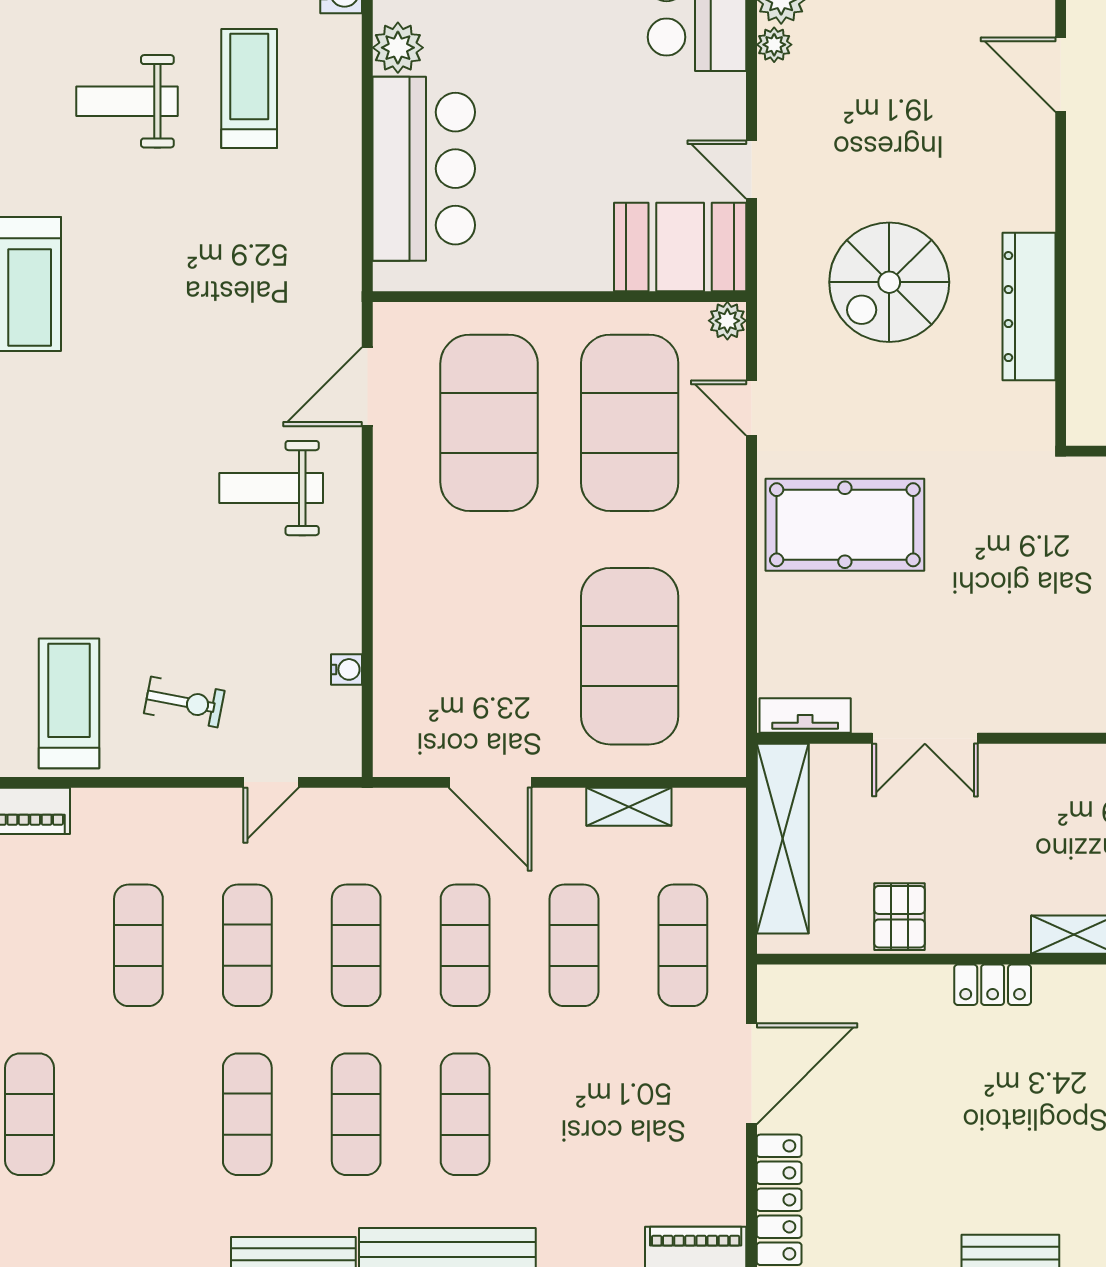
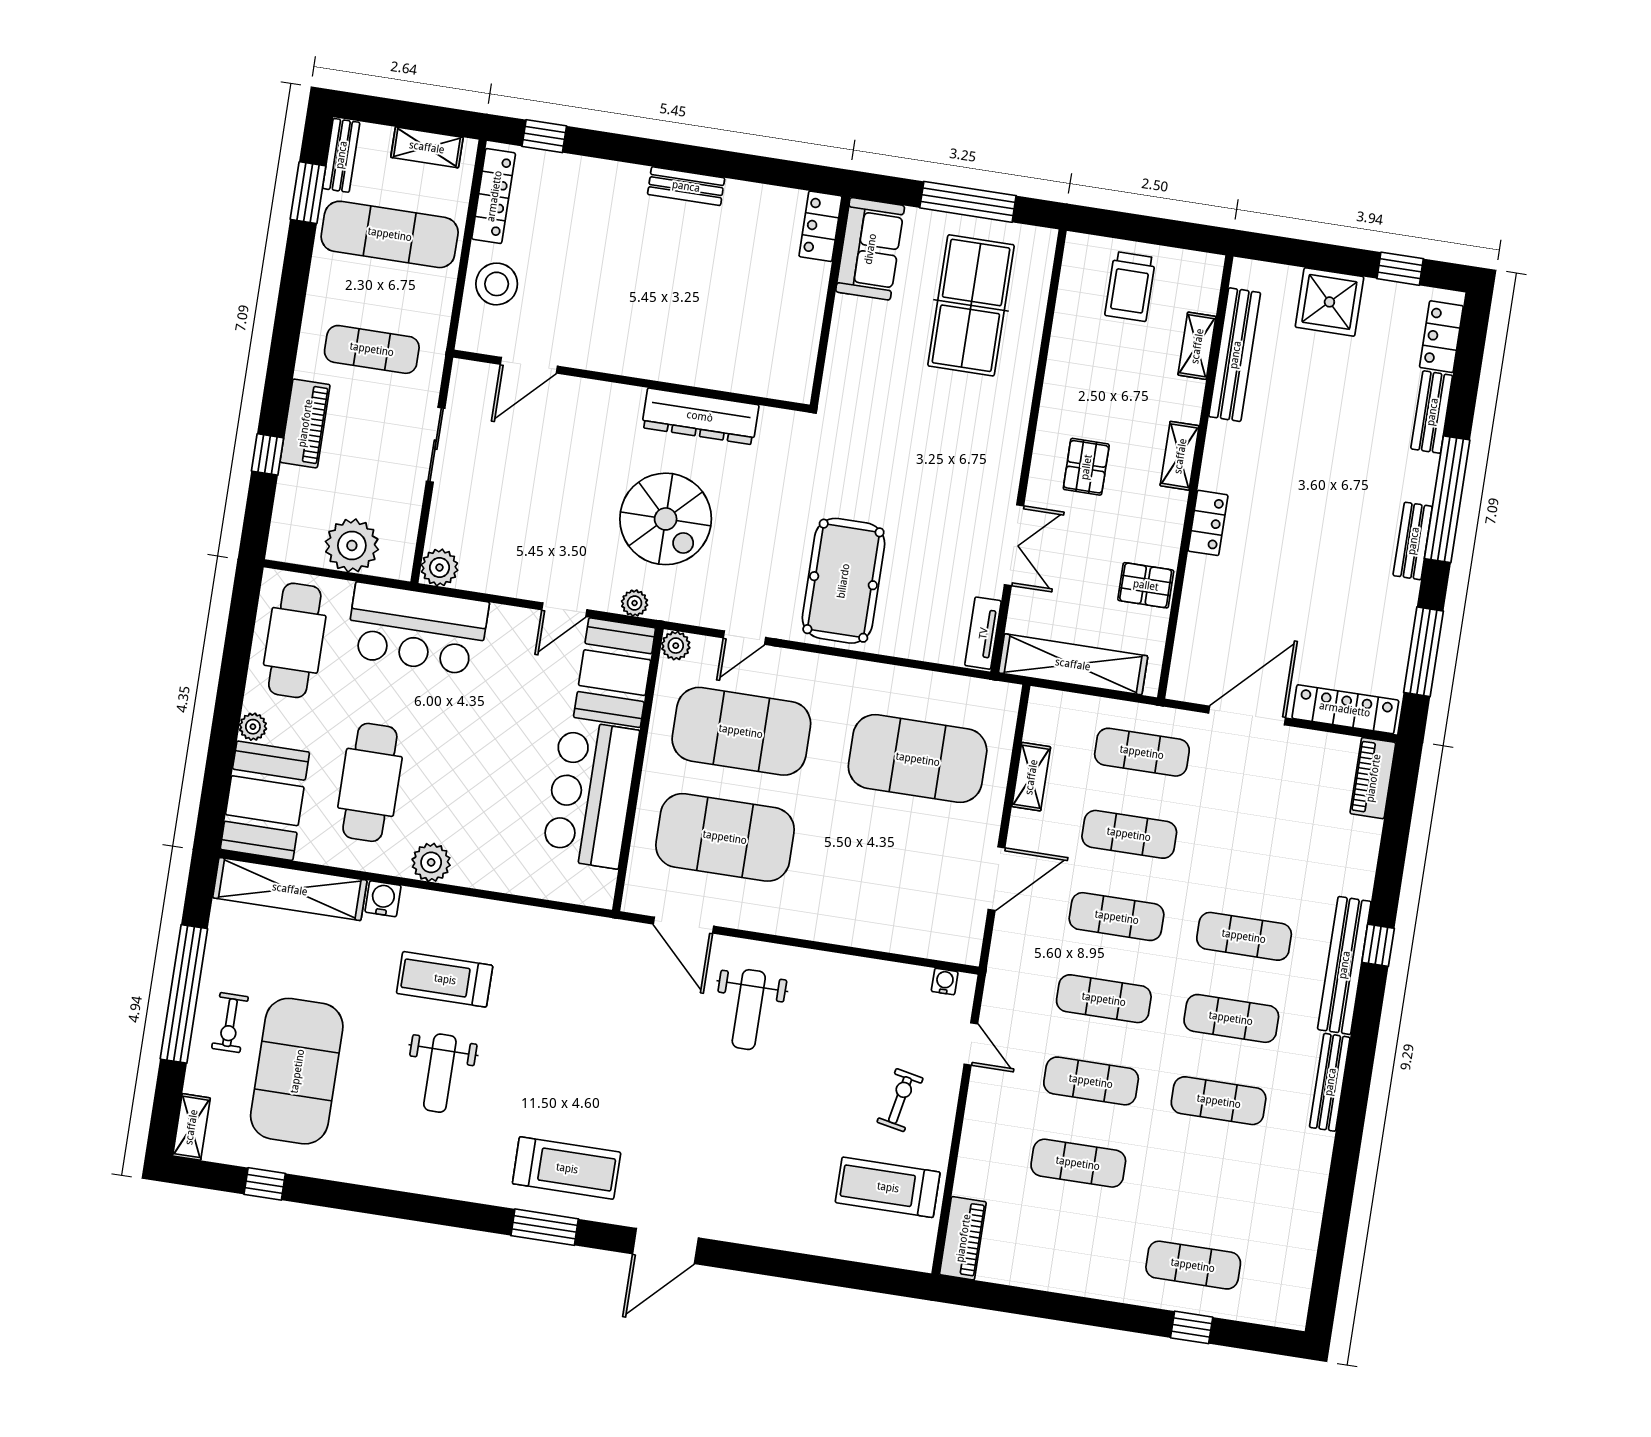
plant: (774, 45) -> (635, 603), moved
bar counter: (424, 169) -> (590, 794), moved, turned -90
water cooler: (347, 669) -> (945, 982), moved
pallet: (1041, 816) -> (1086, 467), added
door: (751, 1074) -> (1247, 715), hinge flipped

